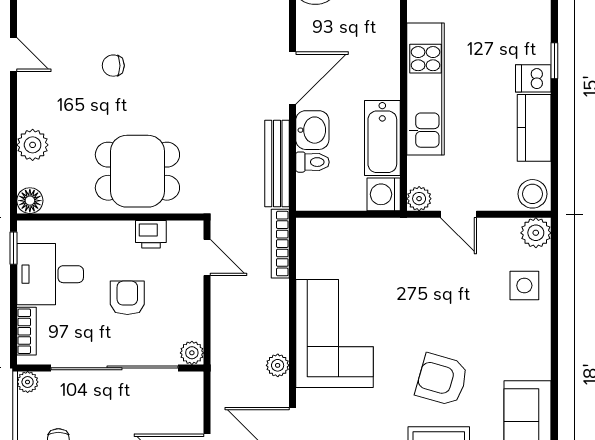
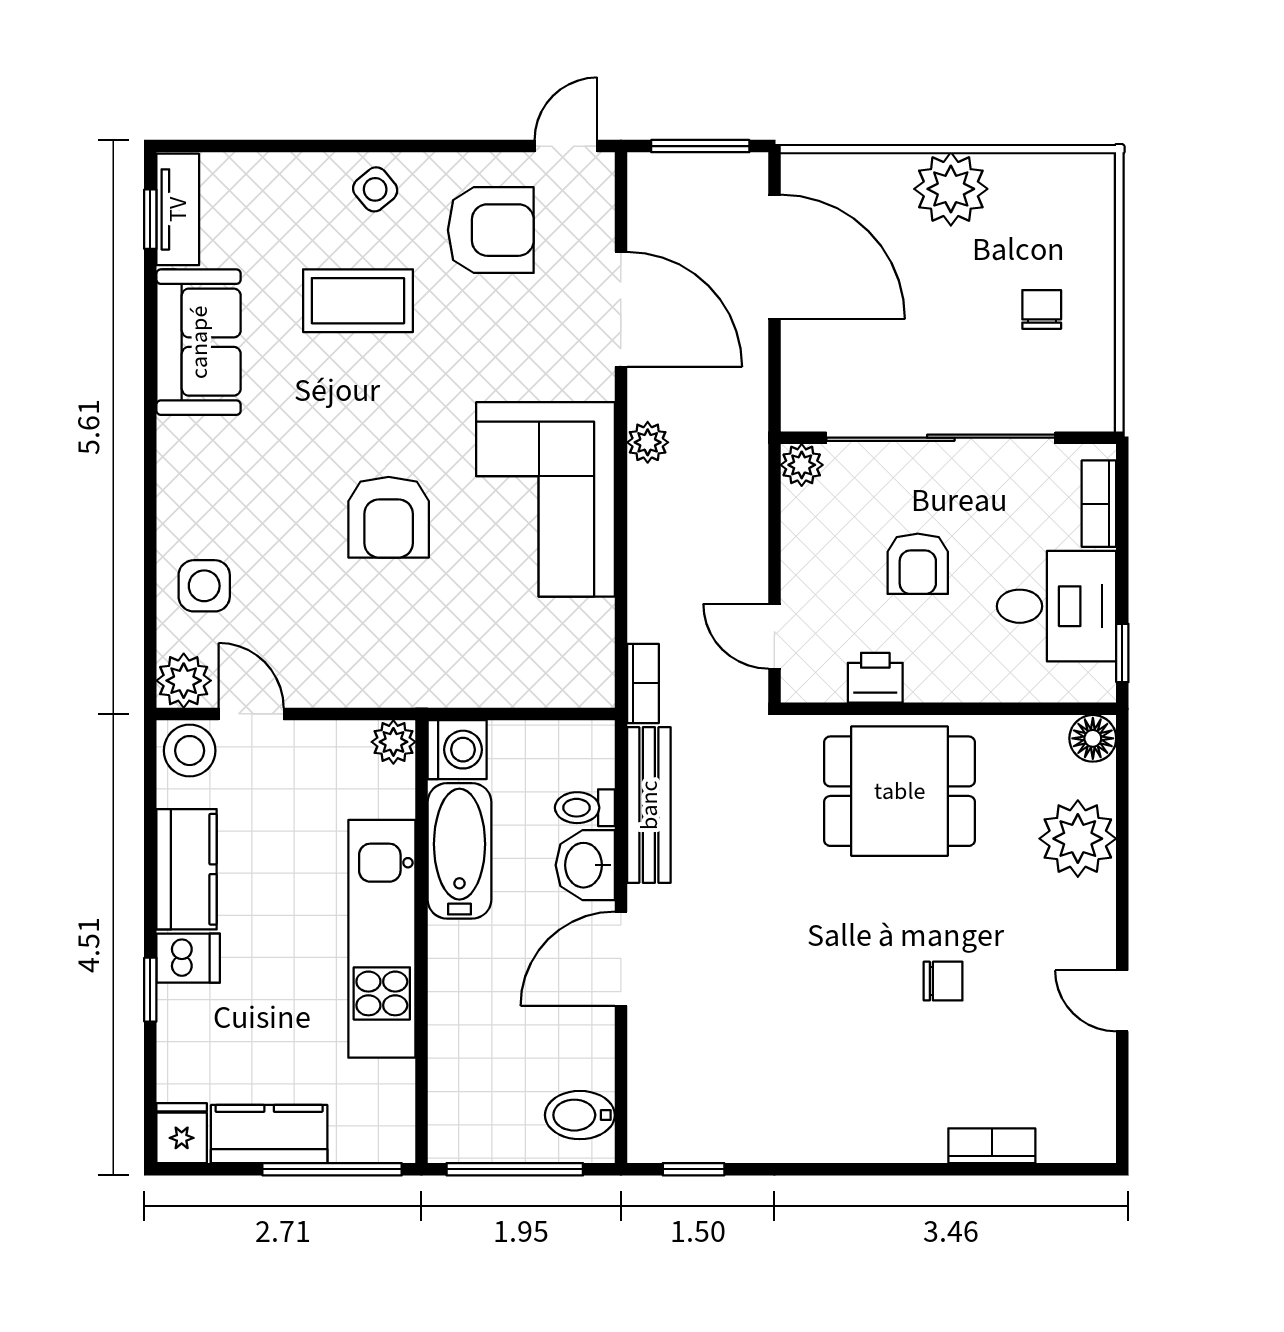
plant: (33, 145) -> (1078, 839), width x1.36, depth x1.36
door: (459, 214) -> (251, 714), moved
bookcase: (280, 244) -> (643, 683), width x0.64
armchair: (442, 380) -> (389, 517), moved, turned 74
plant: (28, 382) -> (1097, 412), removed

